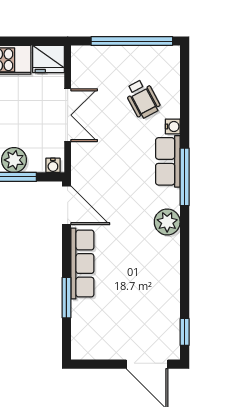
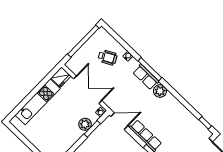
double door: (68, 115) -> (88, 90), width x1.37
row of seats: (168, 161) -> (146, 77), moved

